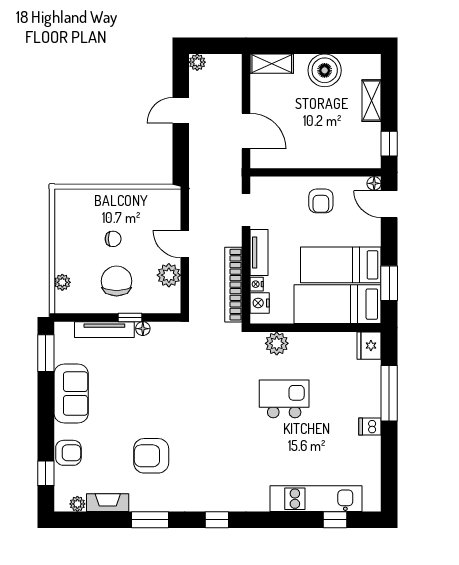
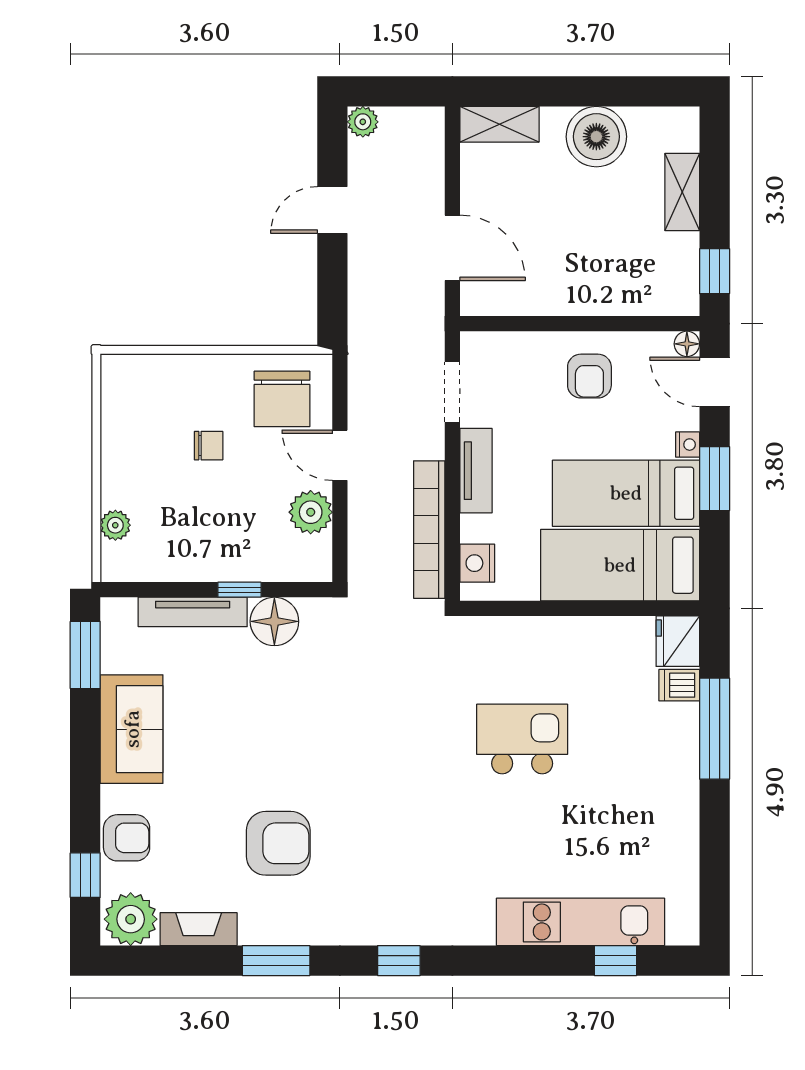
chair: (117, 281) -> (282, 399), moved, turned 180
window: (389, 283) -> (715, 479), moved
nightstand: (257, 284) -> (688, 445), moved, turned 180
floor lamp: (143, 329) -> (274, 621), width x1.89, depth x1.89
plant: (277, 343) -> (509, 637), removed
dishwasher: (370, 426) -> (679, 685), moved
armchair: (151, 456) -> (278, 843), turned 180
plant: (77, 504) -> (131, 919), width x1.87, depth x1.87

